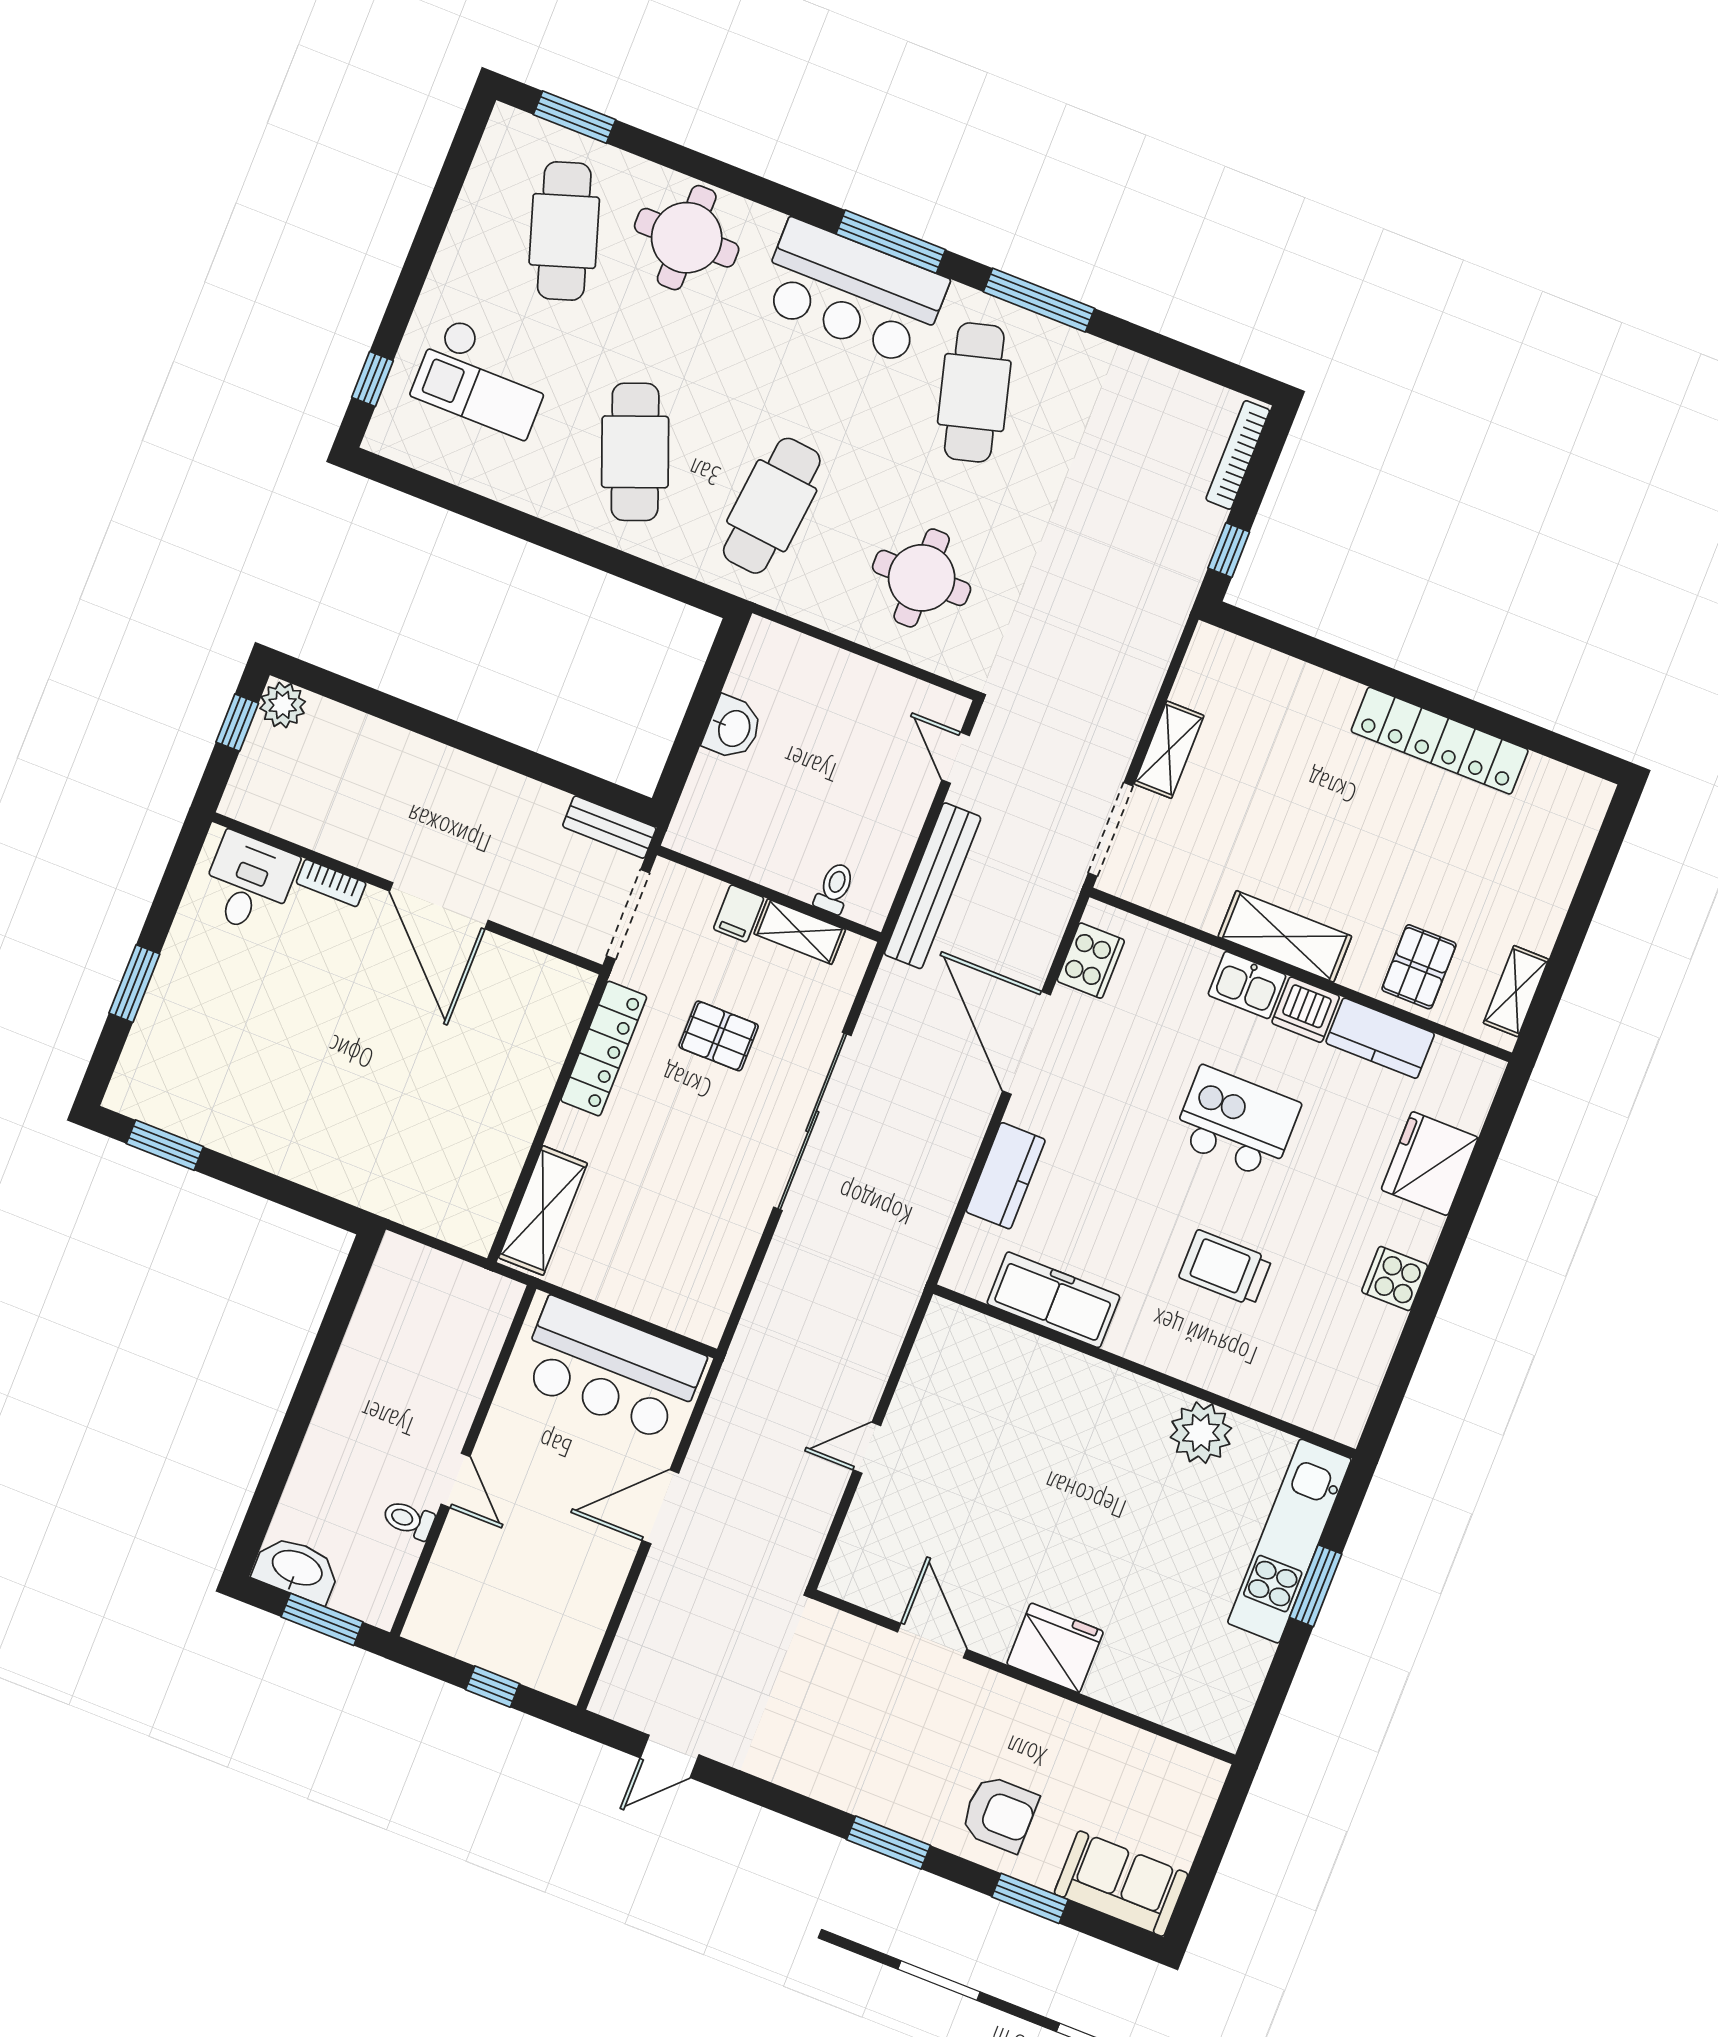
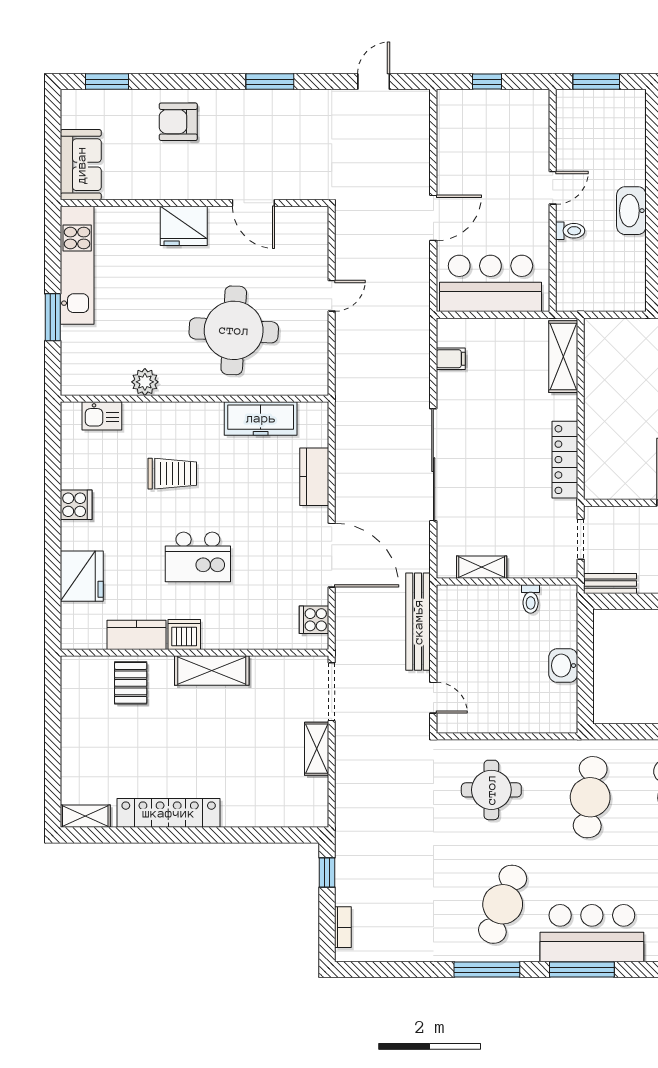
cafe table: (974, 392) -> (503, 904), turned 36
bookcase: (1238, 455) -> (343, 927), width x0.64
toilet: (835, 888) -> (531, 599), moved
filing cabinet: (739, 913) -> (451, 359), moved, turned 90
doorway: (628, 914) -> (581, 539), width x0.73
cooker: (1091, 961) -> (314, 620), width x0.73
kitchen sink: (1247, 985) -> (102, 416), moved, turned 180
shelving: (1516, 991) -> (85, 816), moved, turned 90
pallet: (719, 1036) -> (504, 492), removed
plant: (1201, 1433) -> (145, 382), width x0.73, depth x0.73
round table: (1041, 1454) -> (234, 330), added
door: (456, 1480) -> (553, 188), swing flipped
toilet: (408, 1520) -> (570, 231), moved
kitchen unit: (1289, 1541) -> (77, 265), moved
washbasin: (297, 1569) -> (631, 211), moved, turned 90
window: (888, 1843) -> (270, 82), moved
sofa: (1121, 1884) -> (81, 165), moved, turned -90
window: (1030, 1898) -> (107, 82), moved

